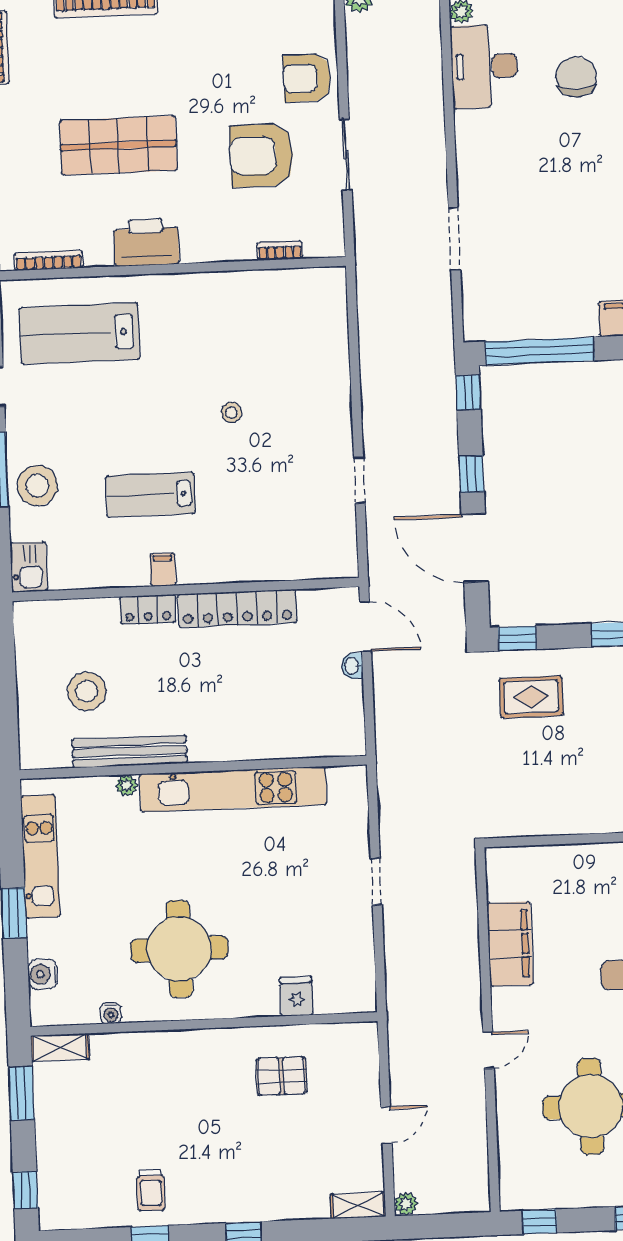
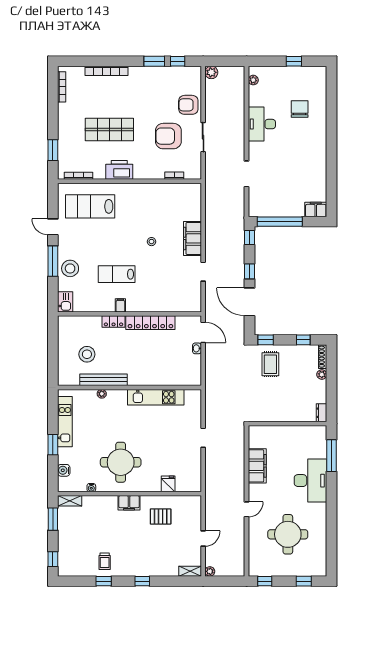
desk: (484, 66) -> (262, 124), moved
filing cabinet: (330, 401) -> (192, 238), added
rug: (531, 697) -> (270, 364), turned 90
kitchen unit: (233, 789) -> (156, 397), width x0.73
filing cabinet: (204, 1046) -> (129, 503), added

